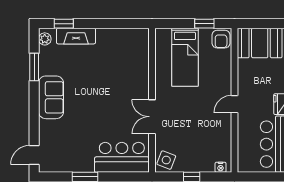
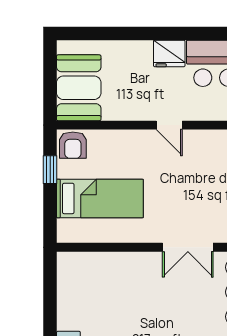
armchair: (221, 39) -> (73, 145), turned 90

